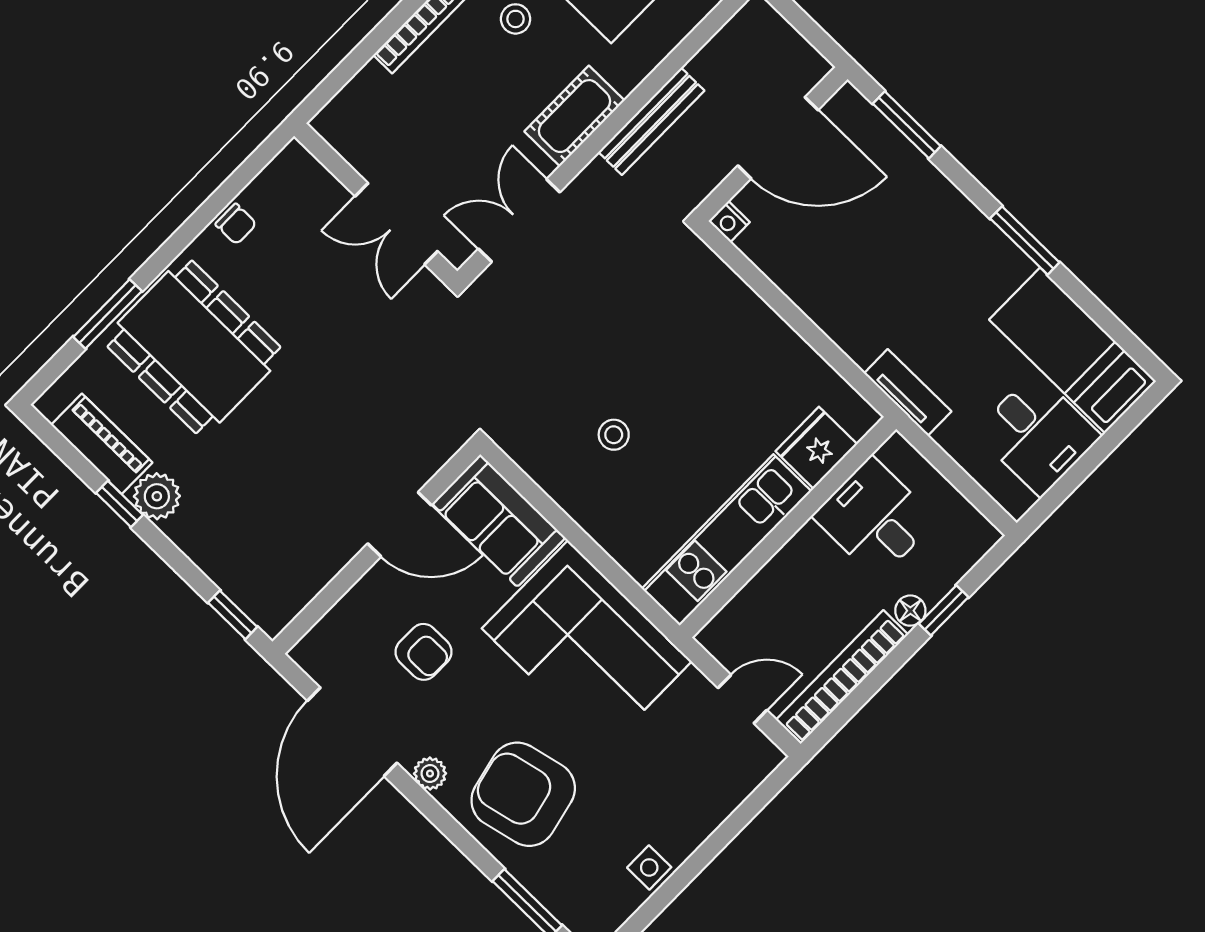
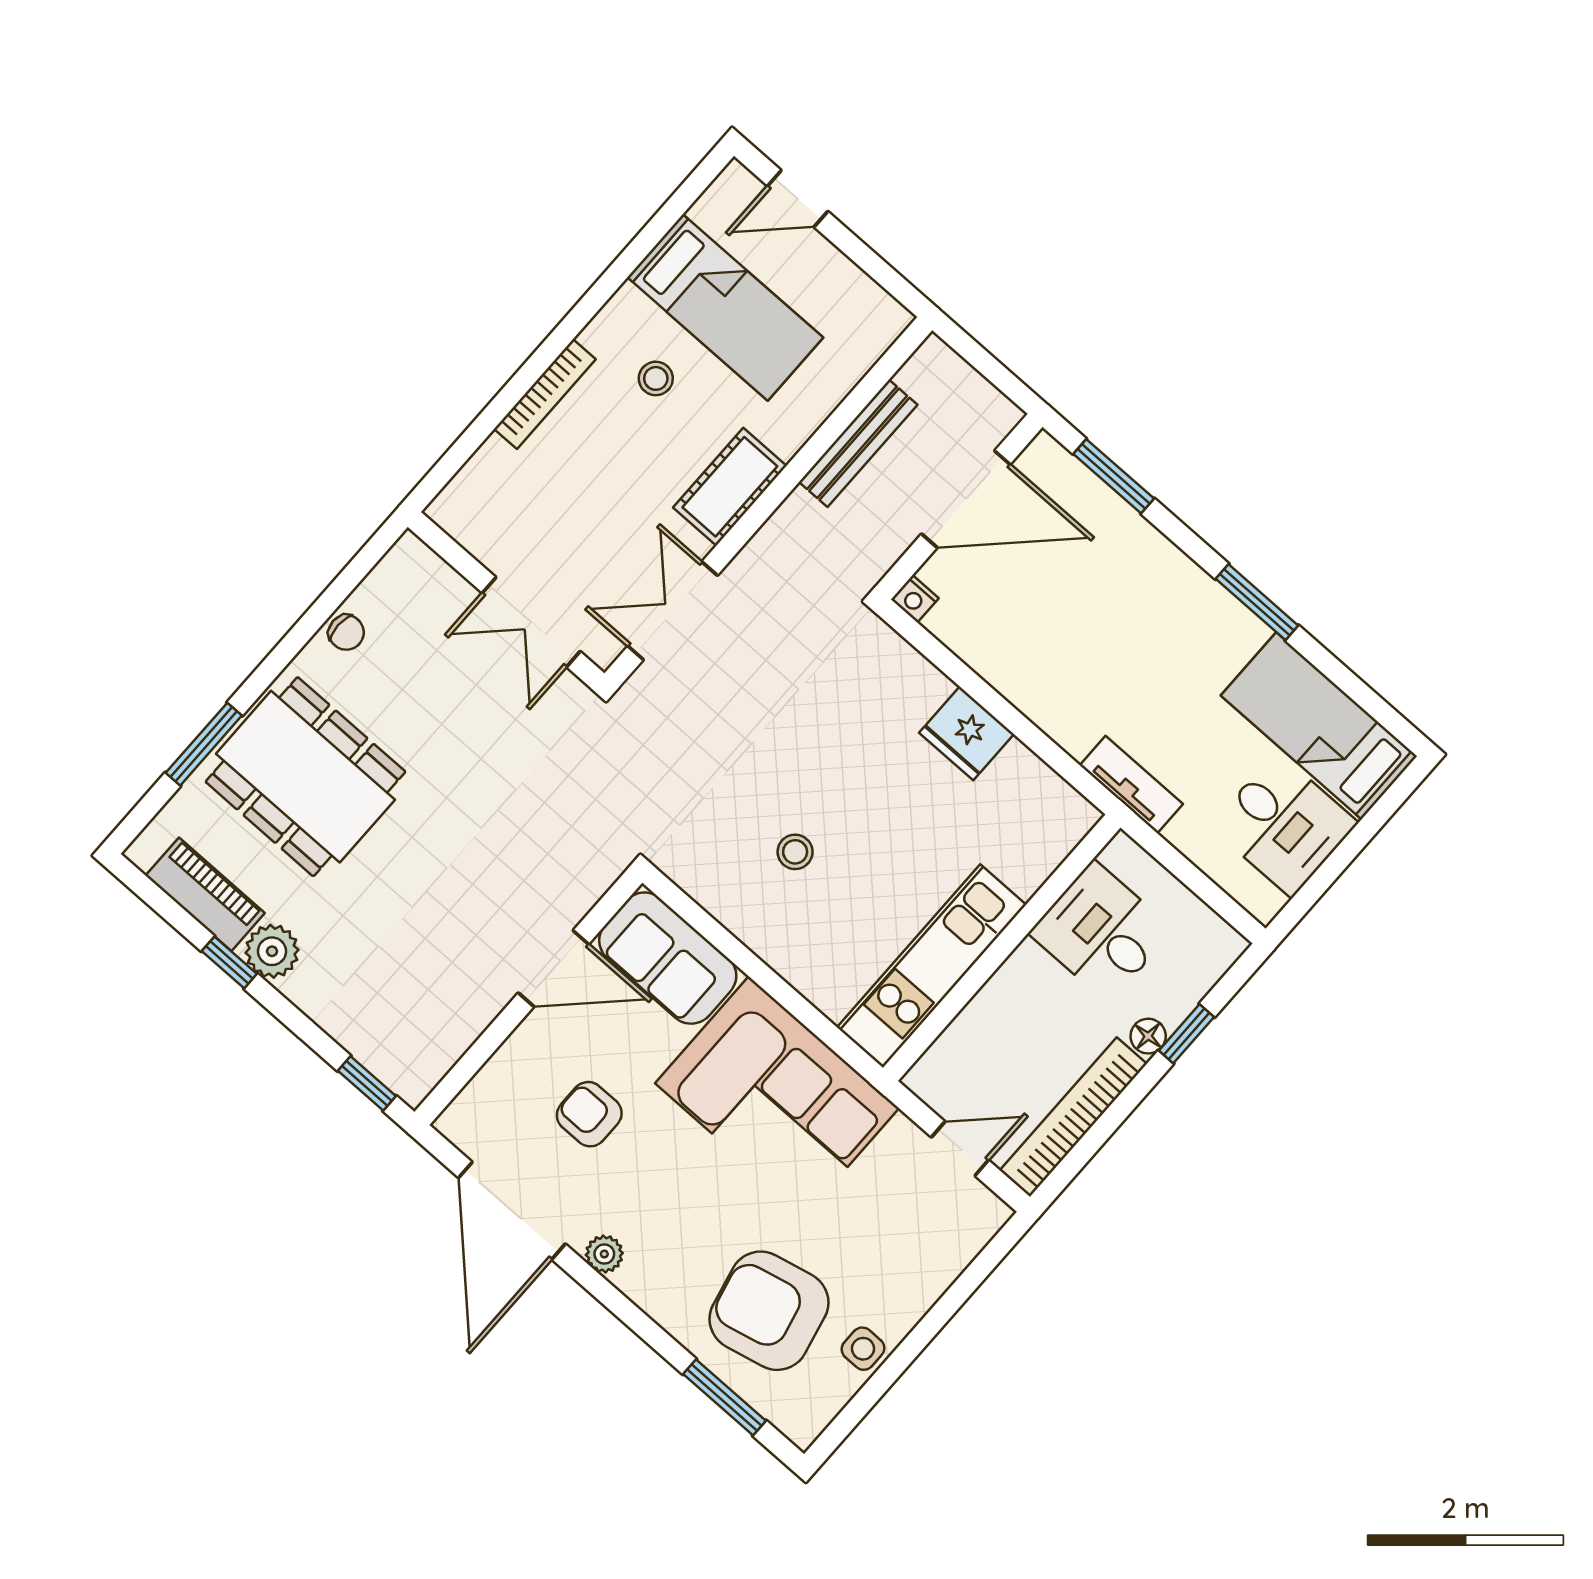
bench: (651, 121) -> (858, 443), moved
fridge: (816, 448) -> (967, 733), moved, turned -90
armchair: (424, 652) -> (589, 1114), turned 180
armchair: (523, 794) -> (769, 1311), moved

